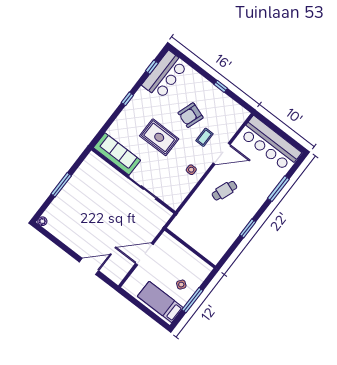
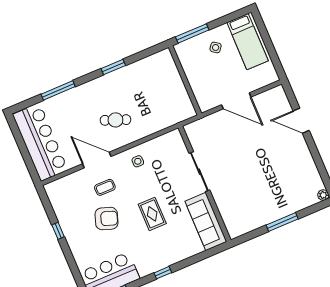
rug: (159, 137) -> (152, 214), width x0.73, depth x0.70
window: (192, 300) -> (192, 33), moved

